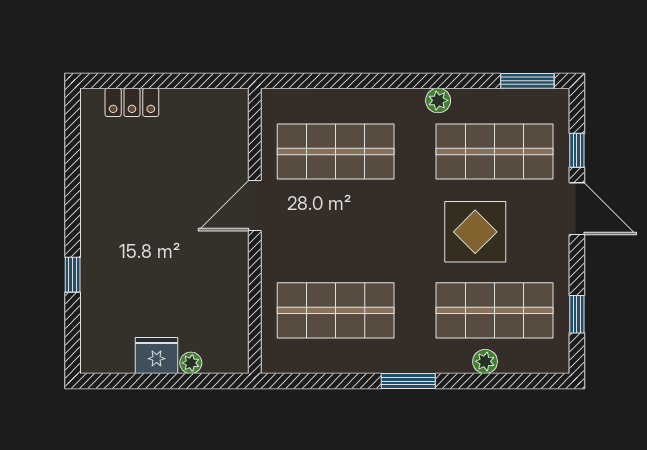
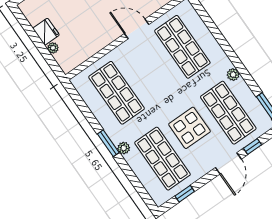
plant: (485, 361) -> (124, 148), moved

